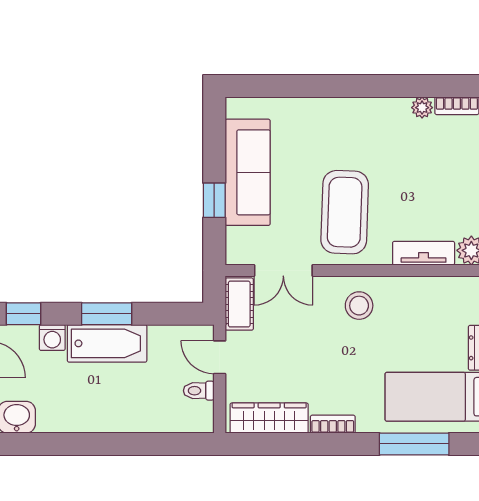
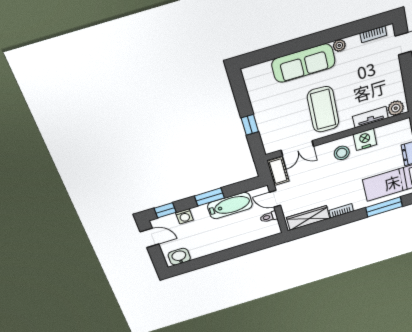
plant: (422, 108) -> (339, 45), moved
sofa: (248, 172) -> (303, 63), moved, turned 90
nightstand: (406, 293) -> (365, 139), added
bathtub: (107, 343) -> (230, 206), moved

